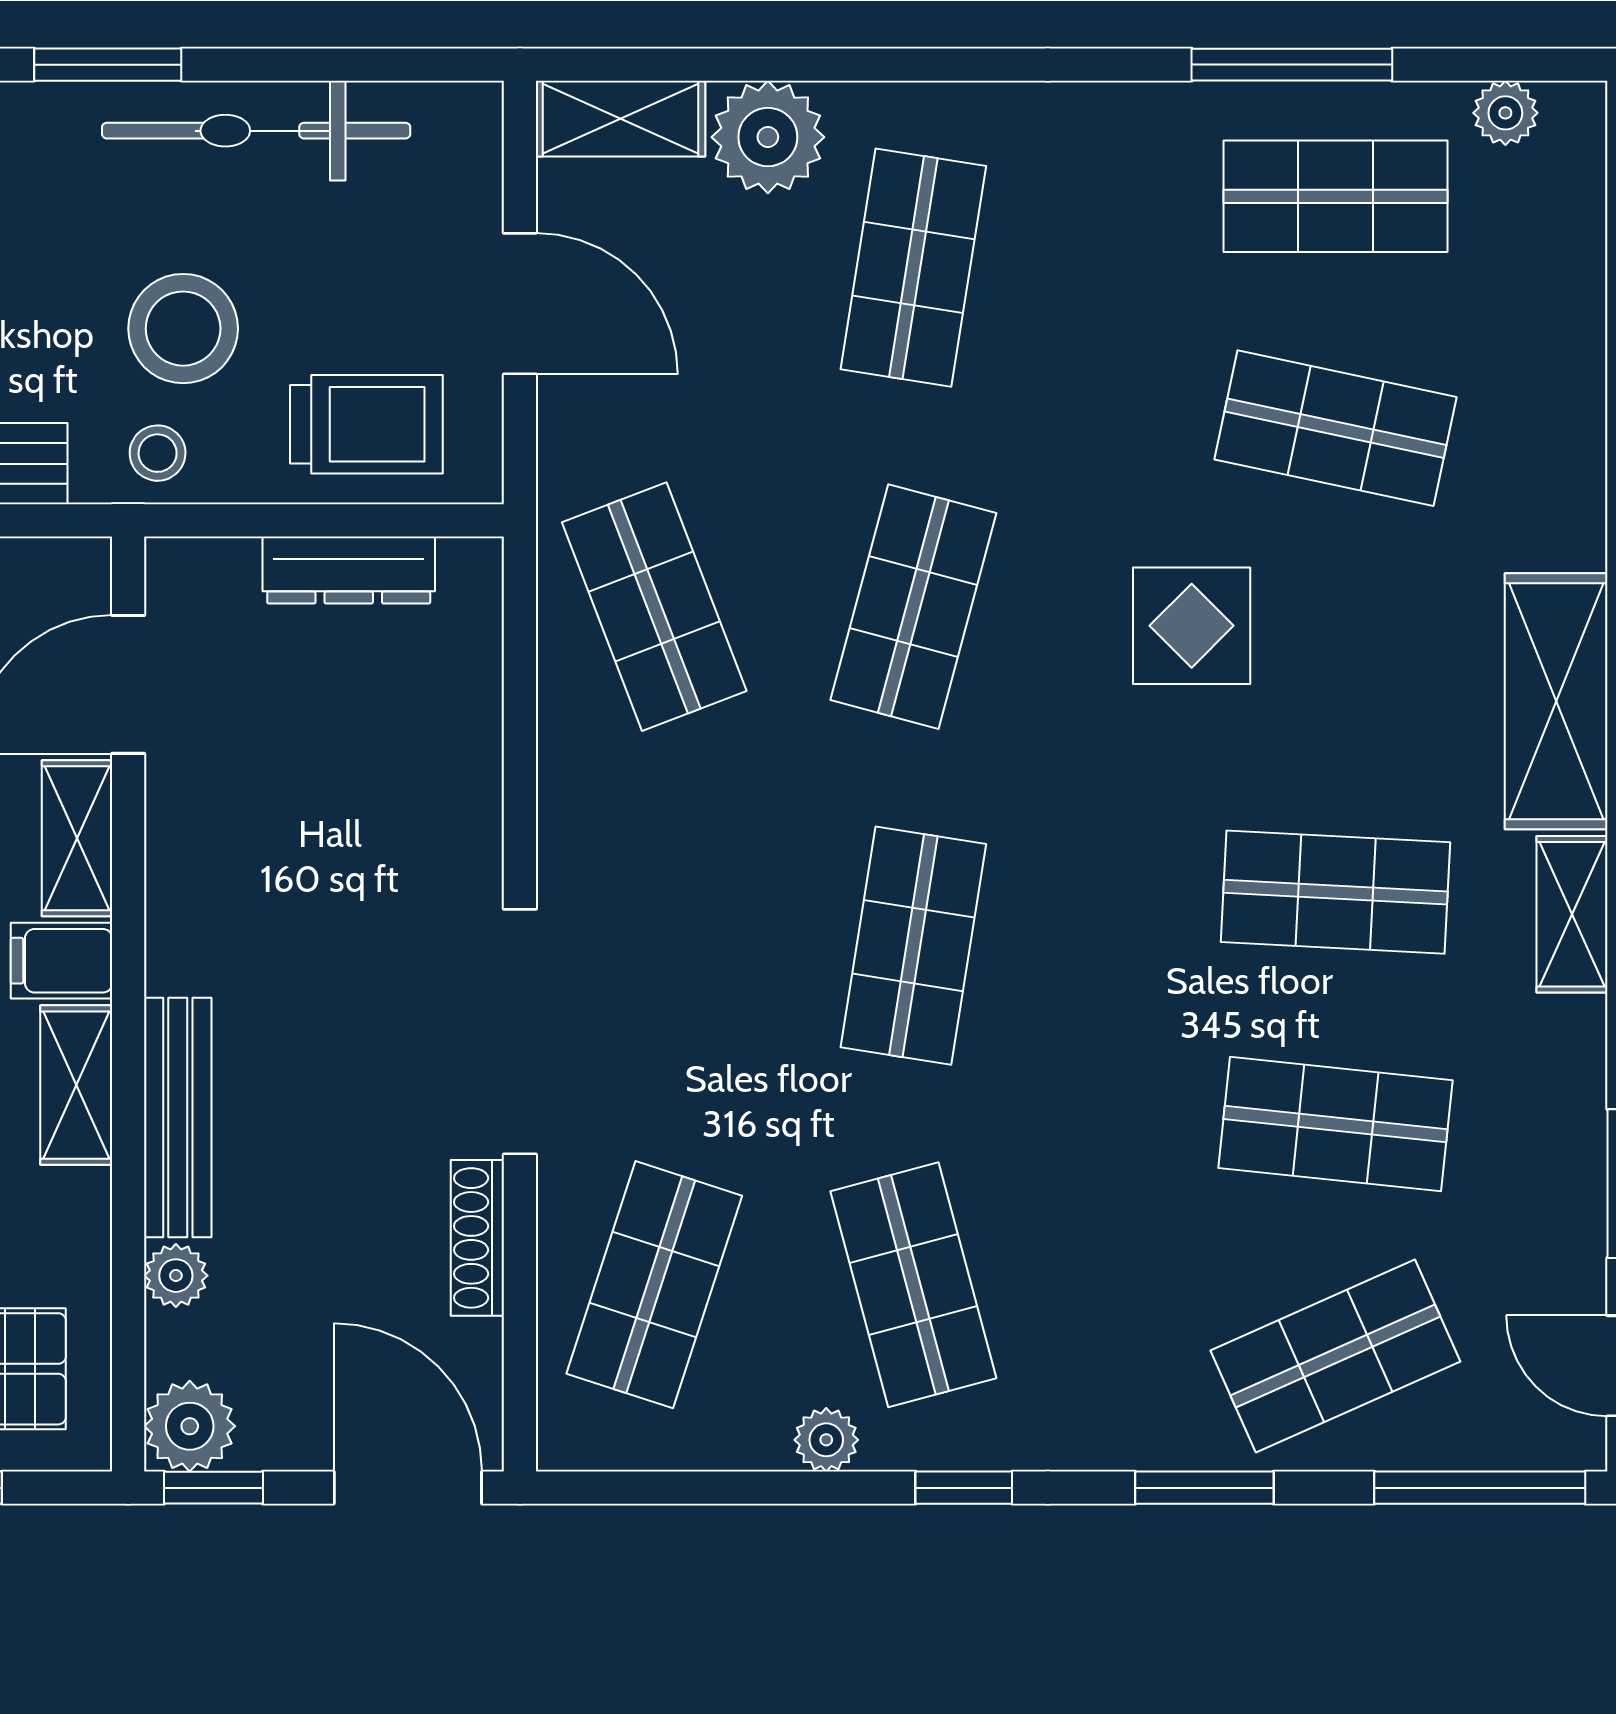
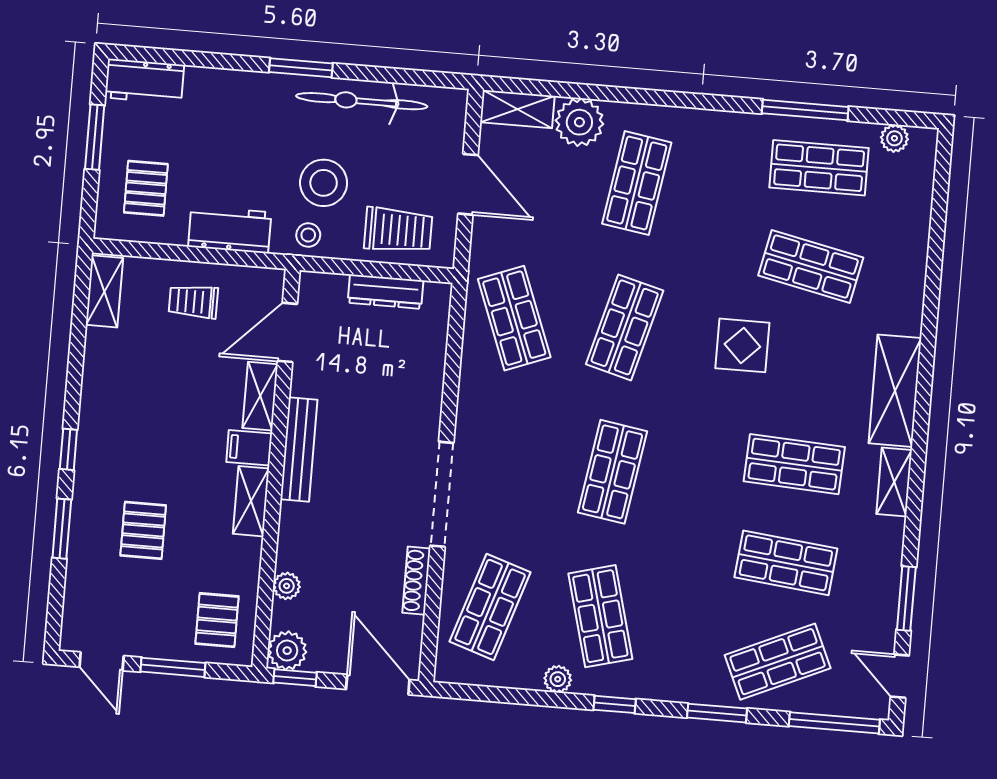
bench: (178, 1118) -> (299, 449), moved

